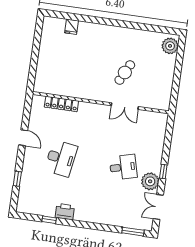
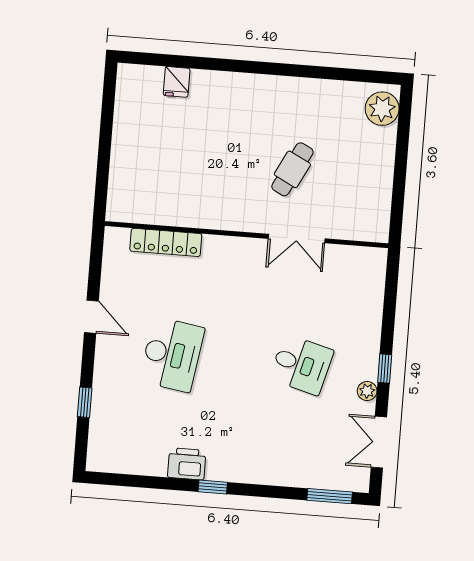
desk: (123, 167) -> (301, 365), turned 30
plant: (150, 181) -> (367, 391), width x0.53, depth x0.53
window: (49, 220) -> (213, 487), moved

